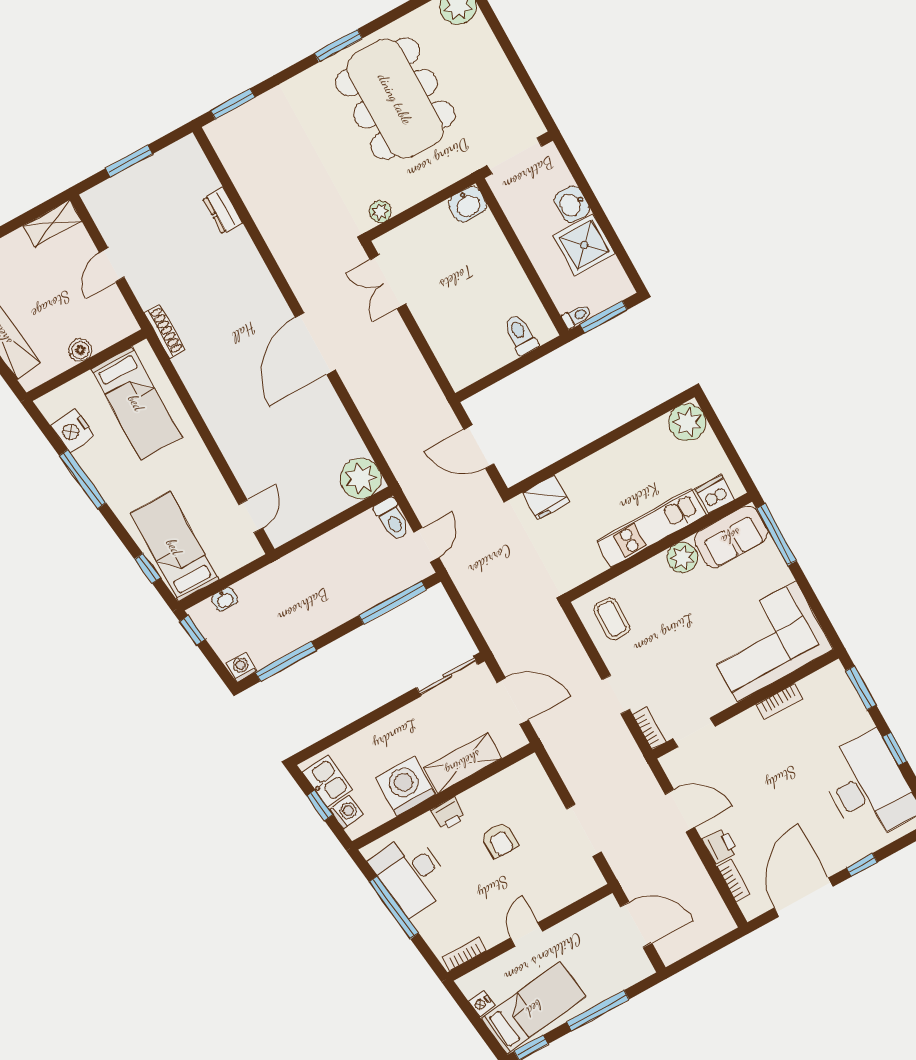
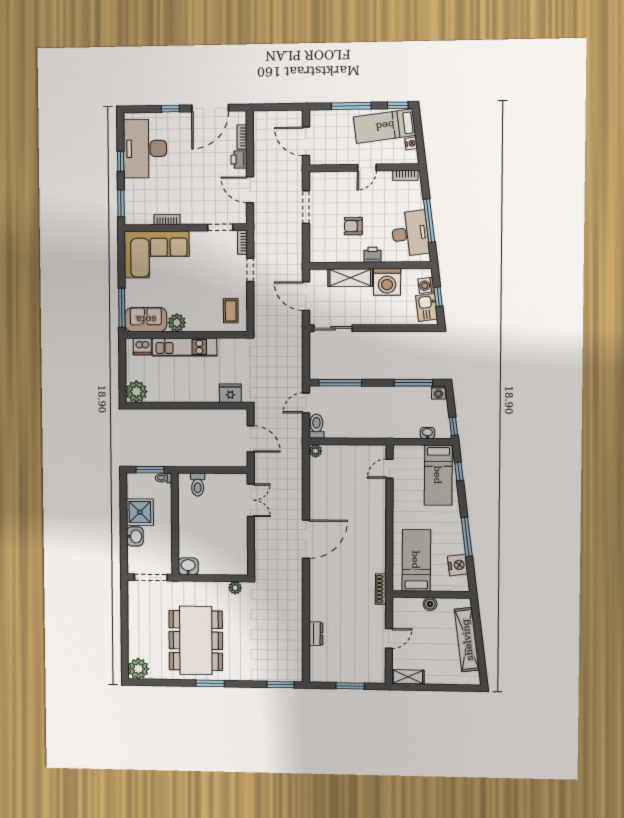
double door: (388, 282) -> (251, 500), moved
plant: (361, 478) -> (316, 451), width x0.53, depth x0.53
armchair: (500, 840) -> (353, 226), turned -90

